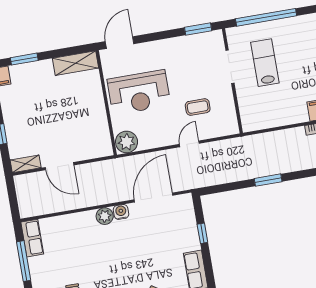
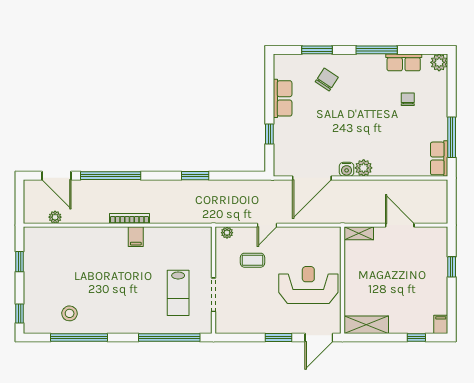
window: (198, 29) -> (278, 338), moved
window: (24, 59) -> (416, 338), width x0.67
plant: (127, 142) -> (227, 233), moved, width x0.53, depth x0.53
shelving: (26, 164) -> (359, 233), moved

